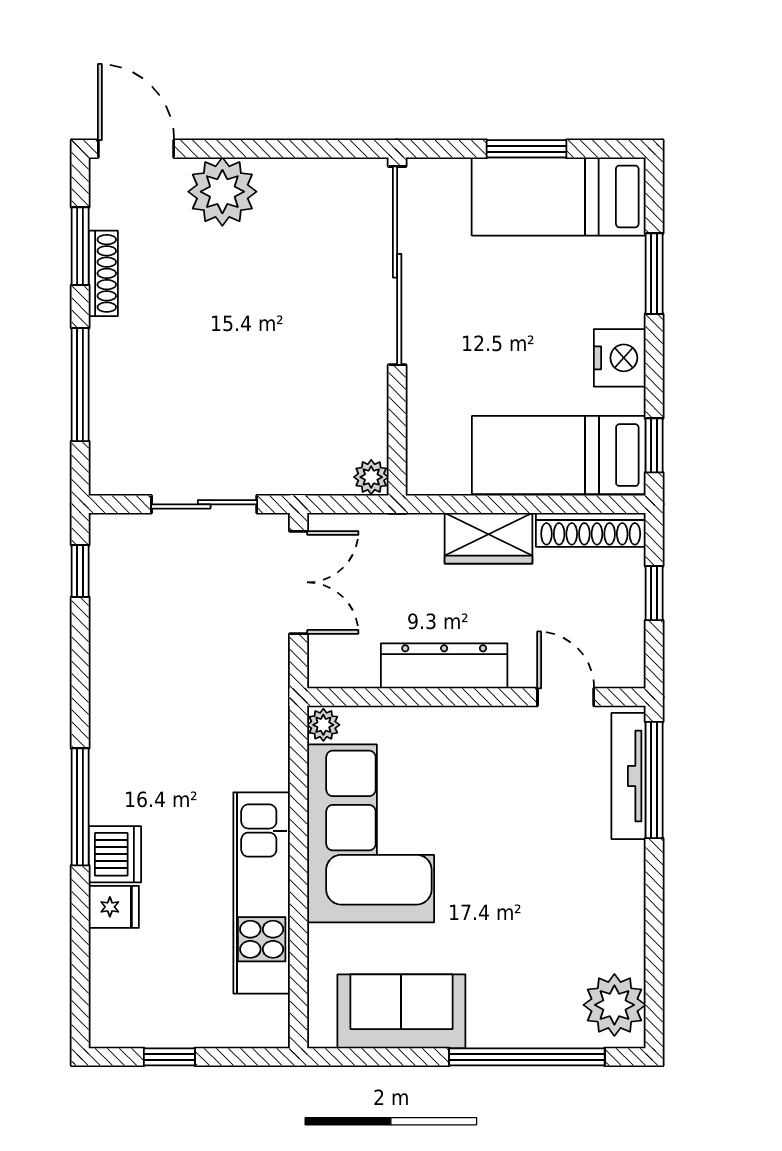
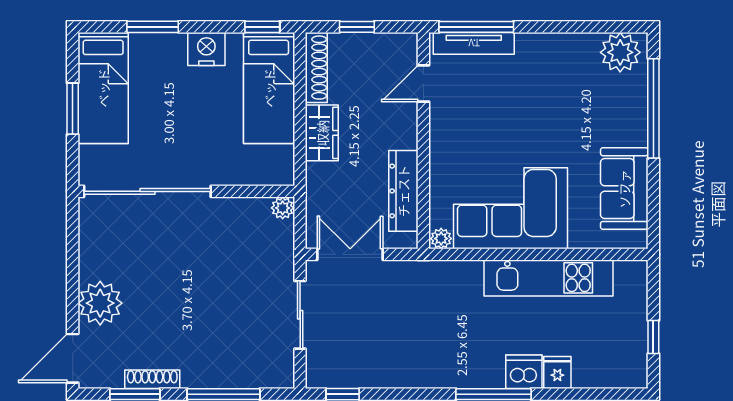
dresser: (444, 666) -> (403, 191), moved

